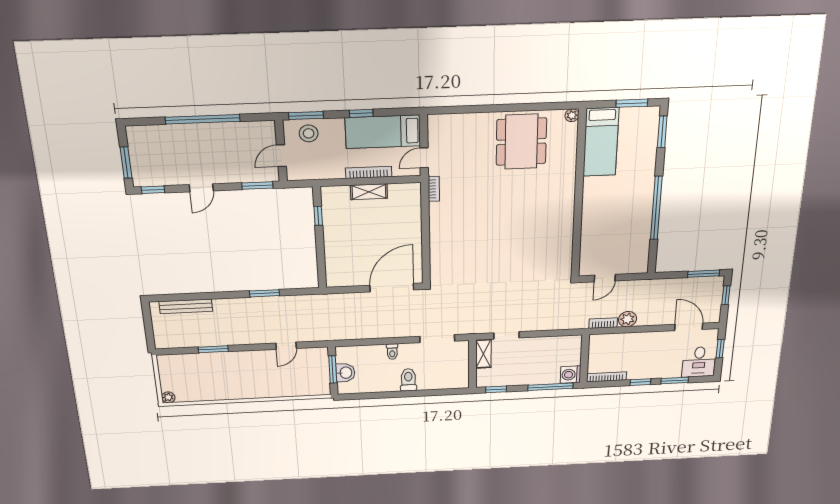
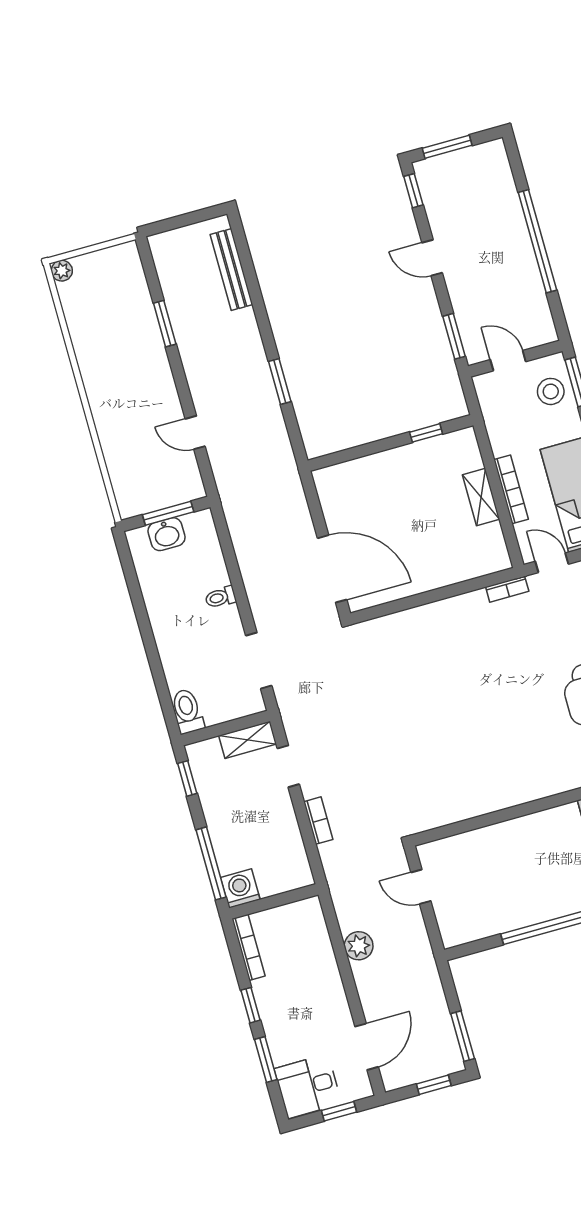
bookcase: (603, 323) -> (318, 821), moved
toilet: (408, 380) -> (187, 711), moved, turned -90

